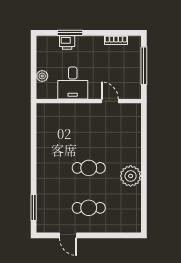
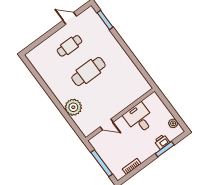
plant: (42, 76) -> (173, 123), moved
cafe table: (89, 168) -> (88, 71), width x1.37, depth x1.35
plant: (131, 176) -> (73, 107), moved

